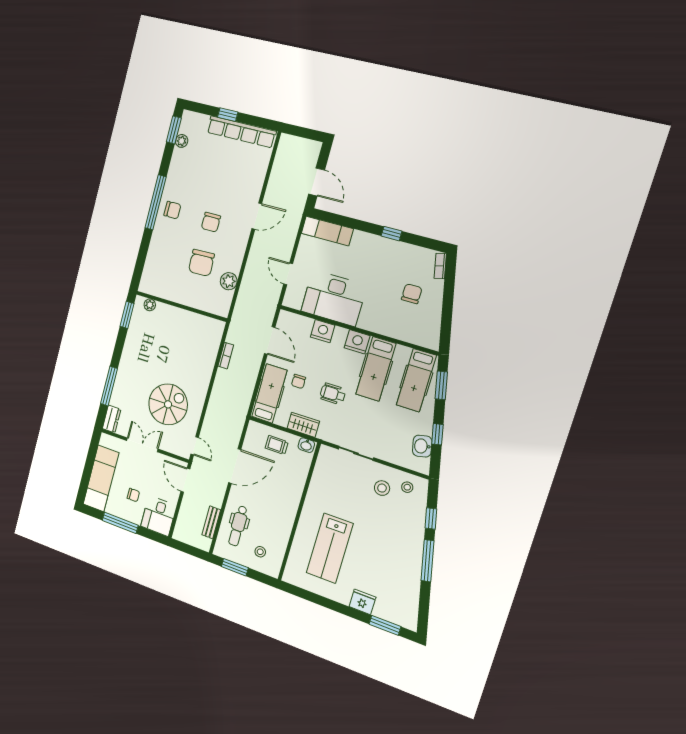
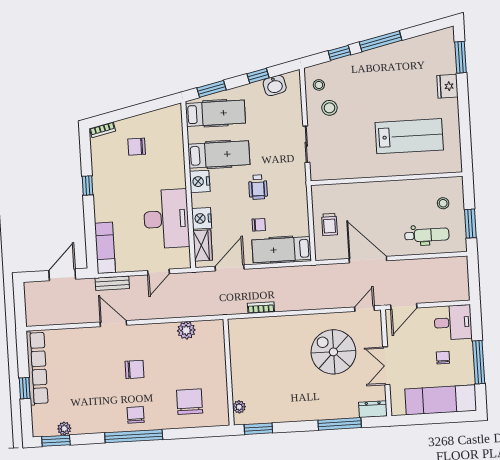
chair: (201, 263) -> (190, 402), moved, turned -88
wardrobe: (303, 425) -> (203, 245), moved, turned 180
washbasin: (306, 445) -> (318, 195), removed
bench: (211, 522) -> (112, 283), moved

